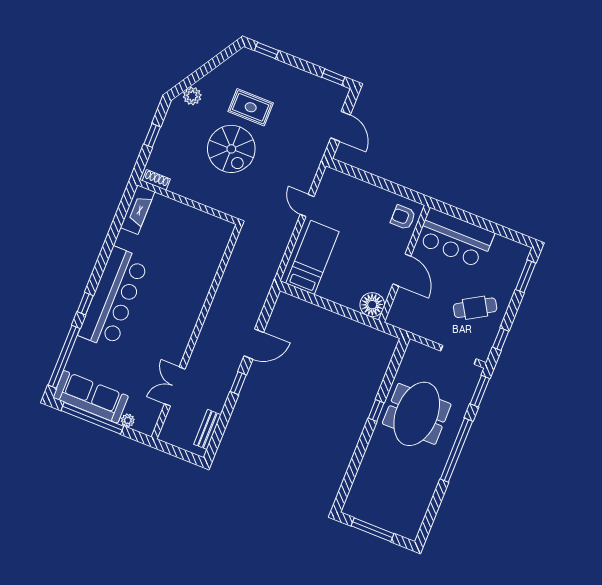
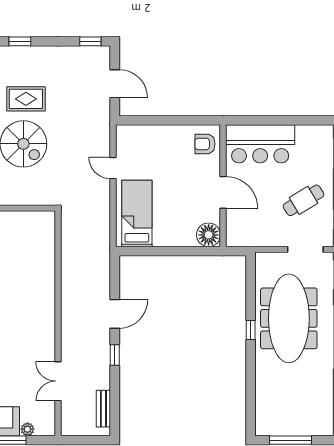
meeting table: (417, 414) -> (289, 318), width x1.36

